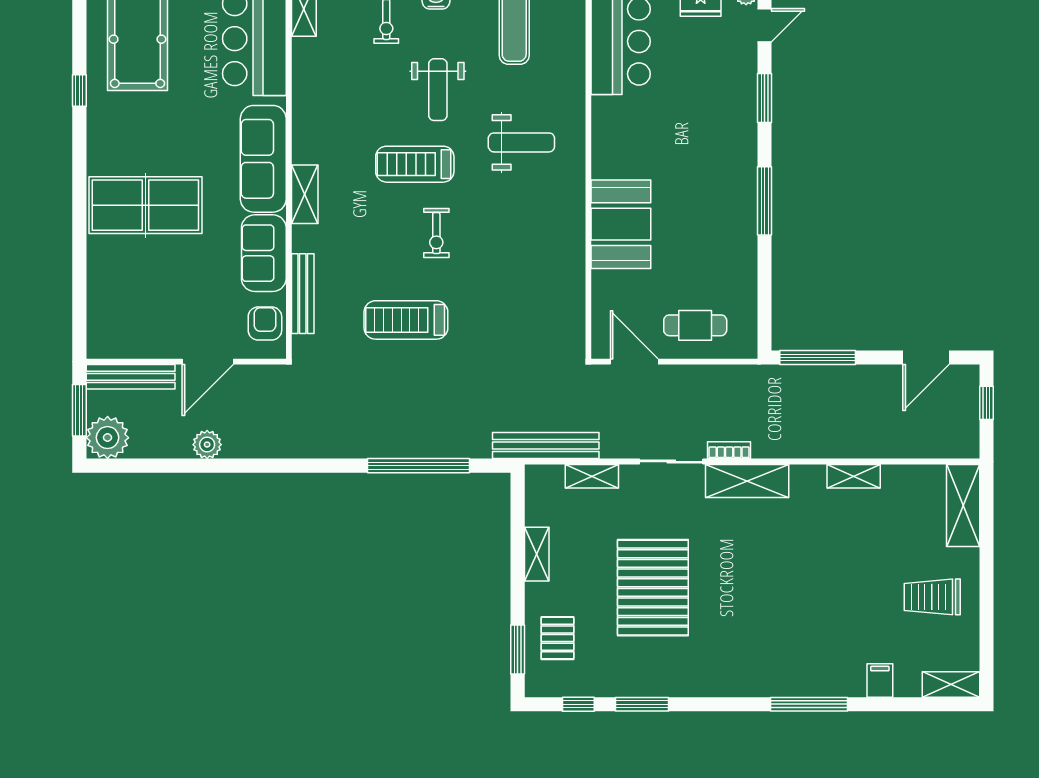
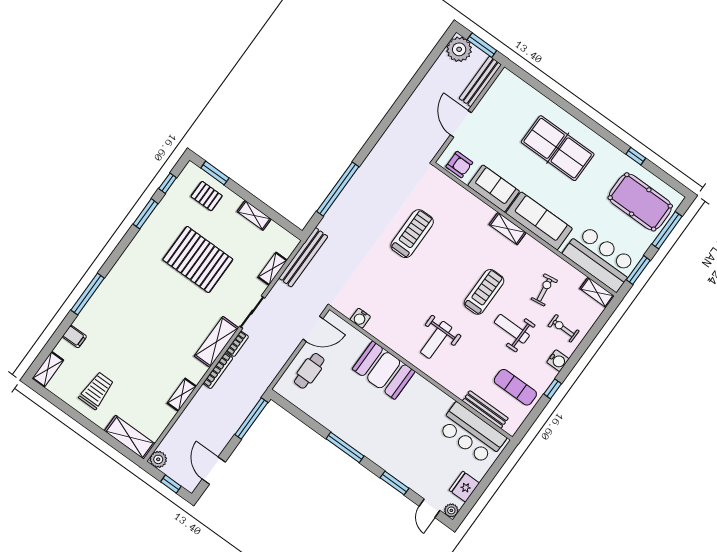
weight bench: (521, 142) -> (436, 340), moved
table tennis table: (145, 205) -> (558, 148), turned 90
exercise bike: (436, 233) -> (544, 290), moved, turned 82
bench: (303, 294) -> (485, 410), moved
water cooler: (573, 307) -> (360, 318), added
plant: (207, 445) -> (158, 459), moved
bookcase: (785, 450) -> (218, 371), added

